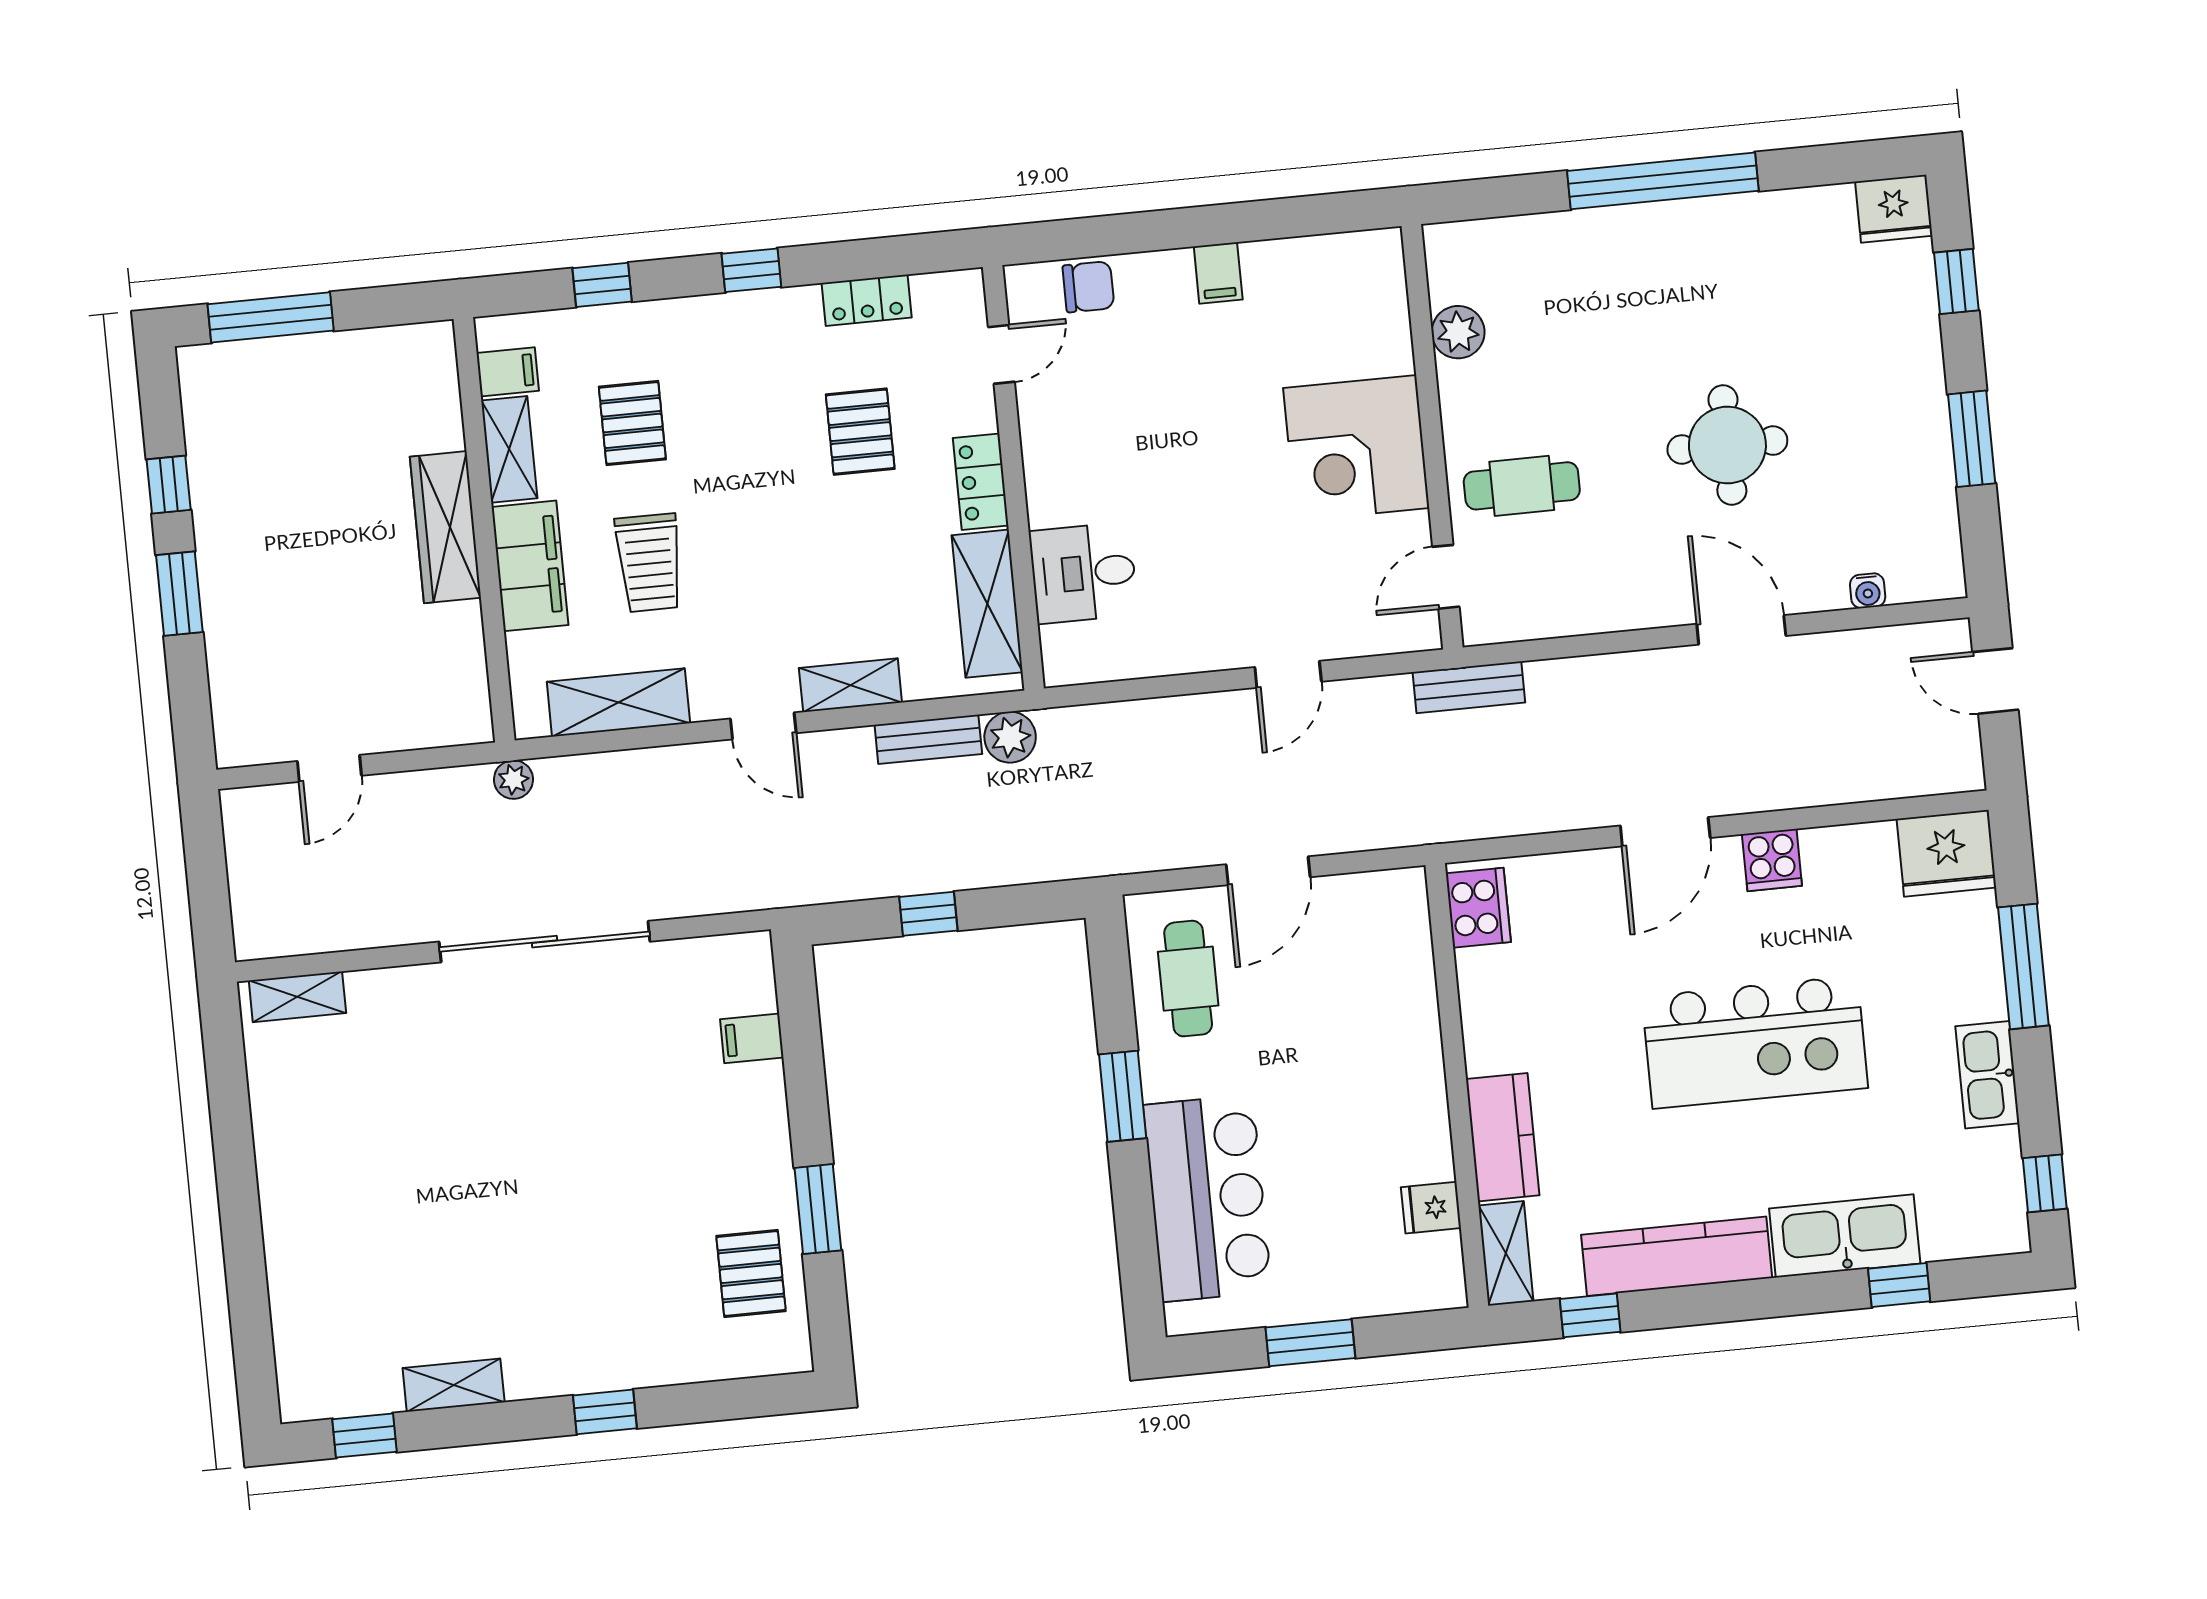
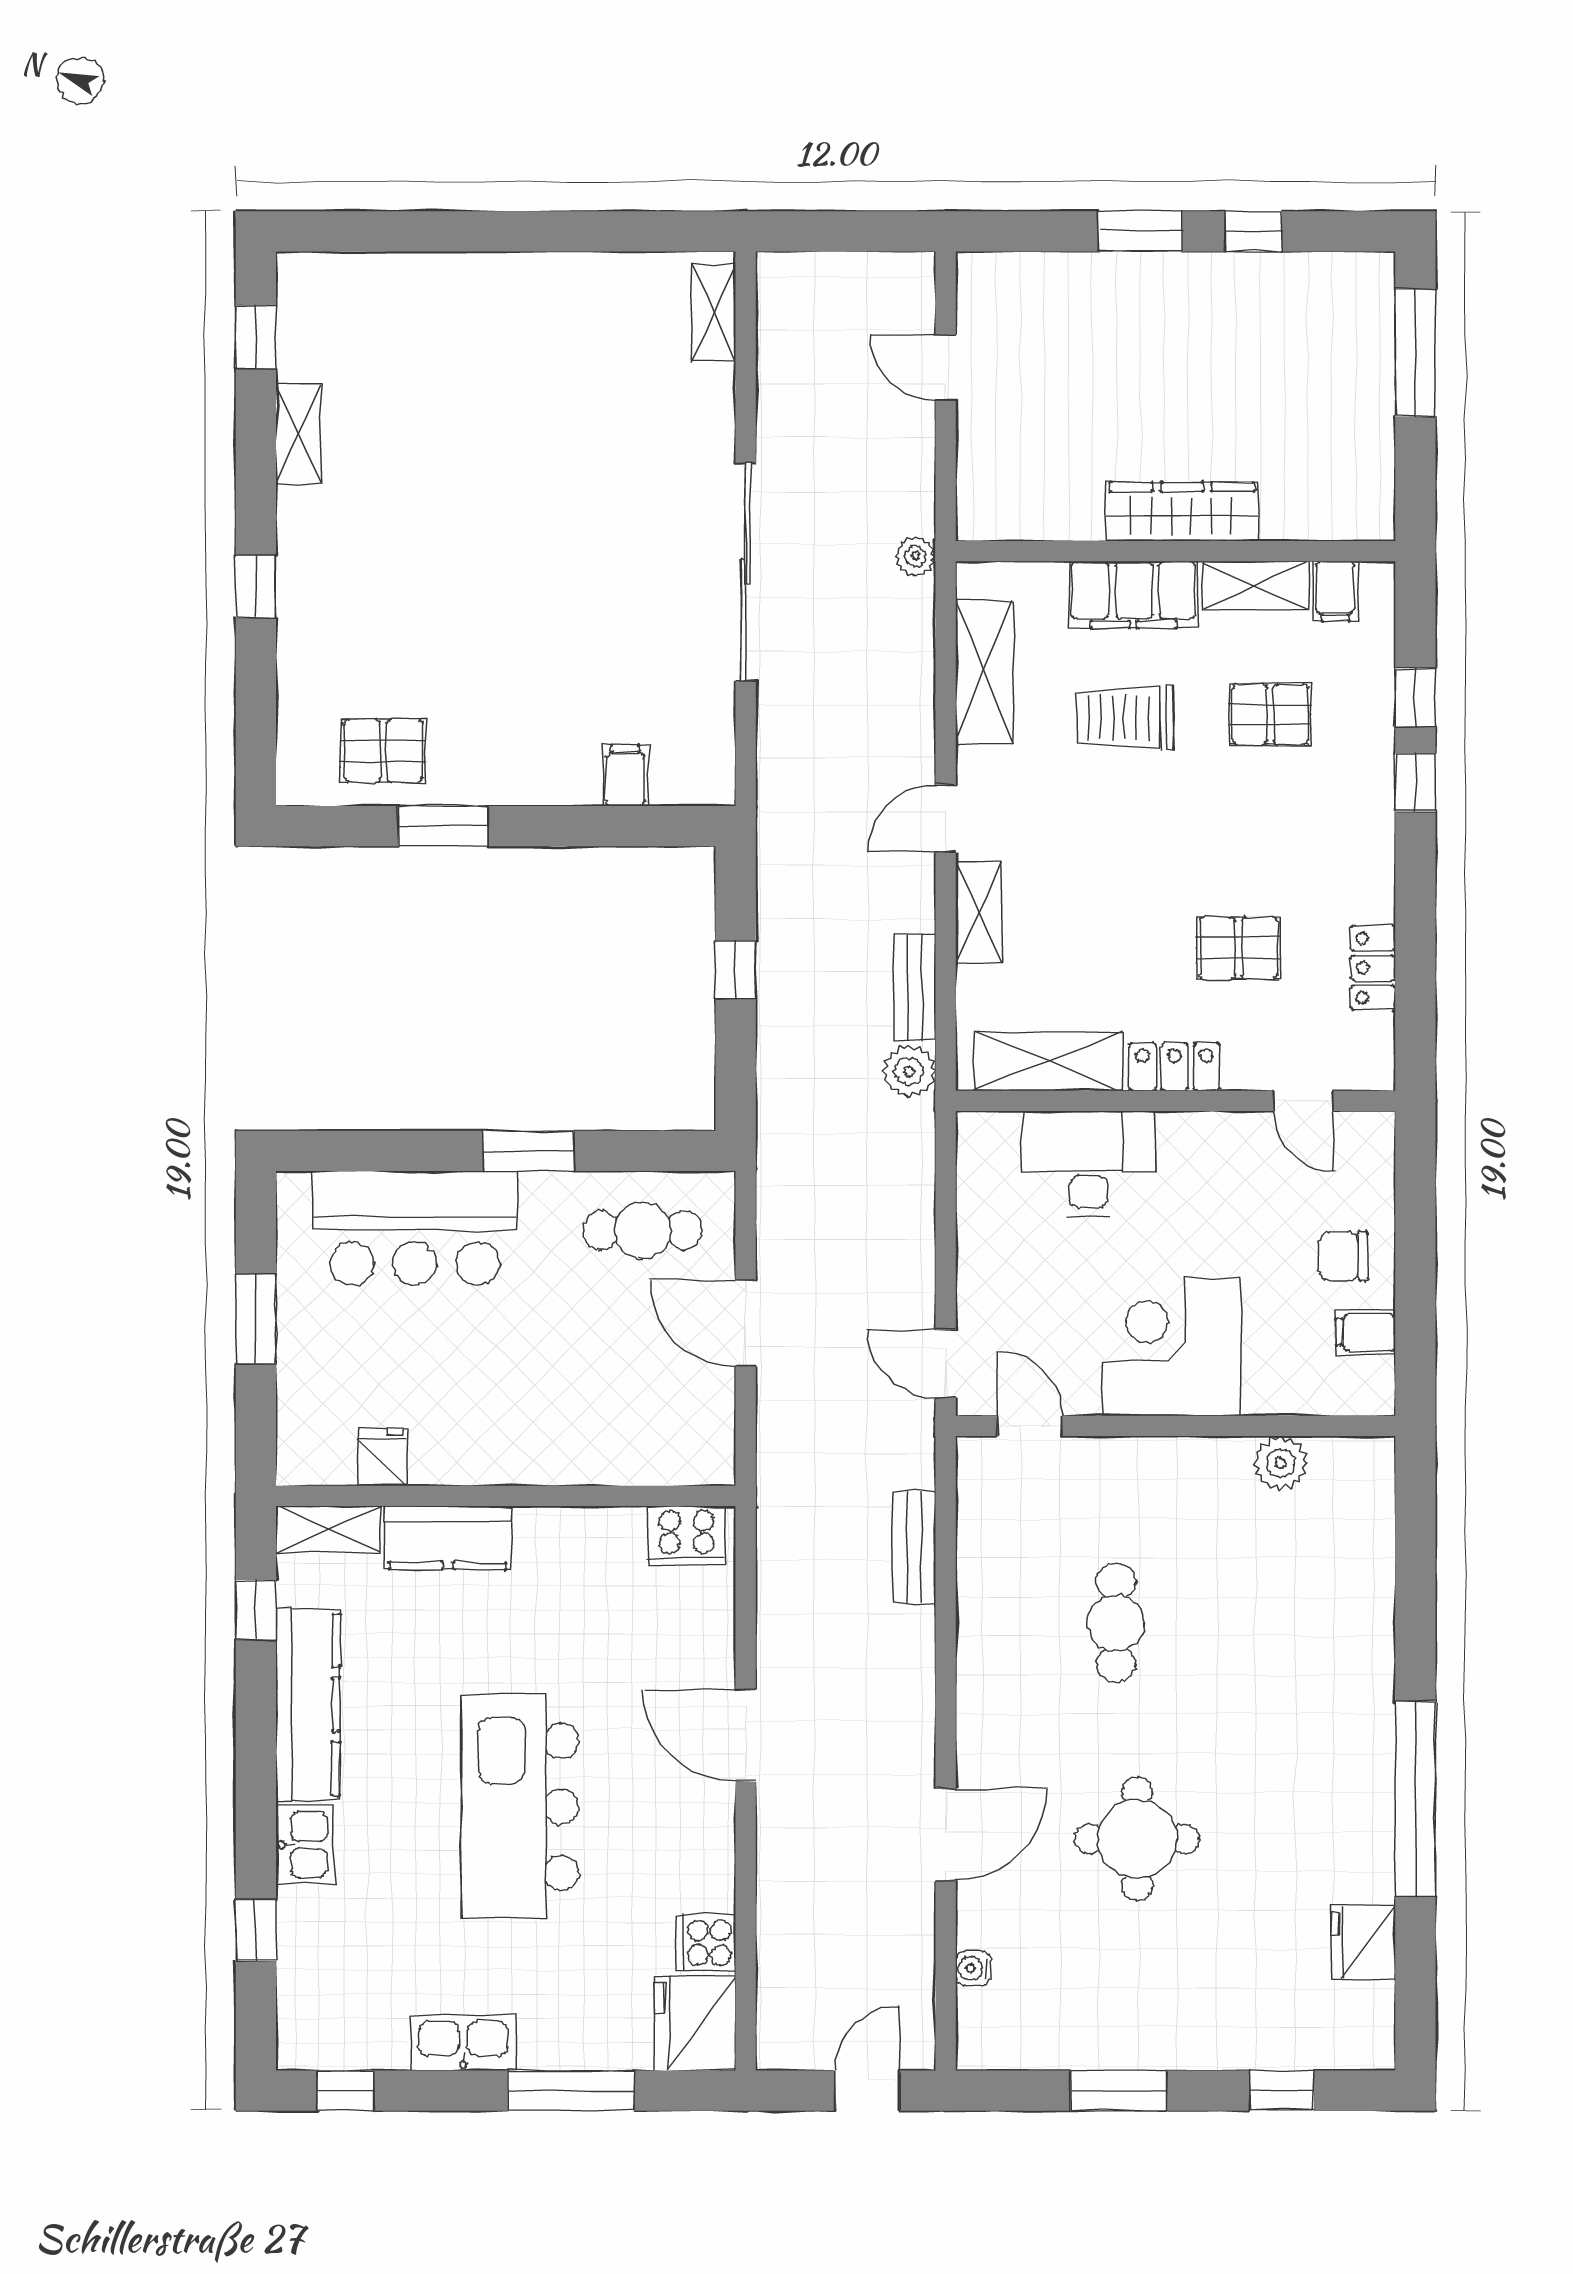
fridge: (1894, 209) -> (1364, 1943), moved
window: (751, 270) -> (1415, 782), moved
chair: (1088, 287) -> (1343, 1256), moved, turned 90
plant: (1458, 332) -> (1280, 1463), moved
wall: (1432, 437) -> (1175, 1426), moved
corner desk: (1356, 448) -> (1171, 1347), moved
desk: (1083, 573) -> (1089, 1163), width x1.37
door: (1446, 577) -> (1030, 1426), moved
cooker: (1772, 860) -> (706, 1943), moved
kitchen sink: (1845, 1236) -> (305, 1845), width x0.53, depth x0.81

